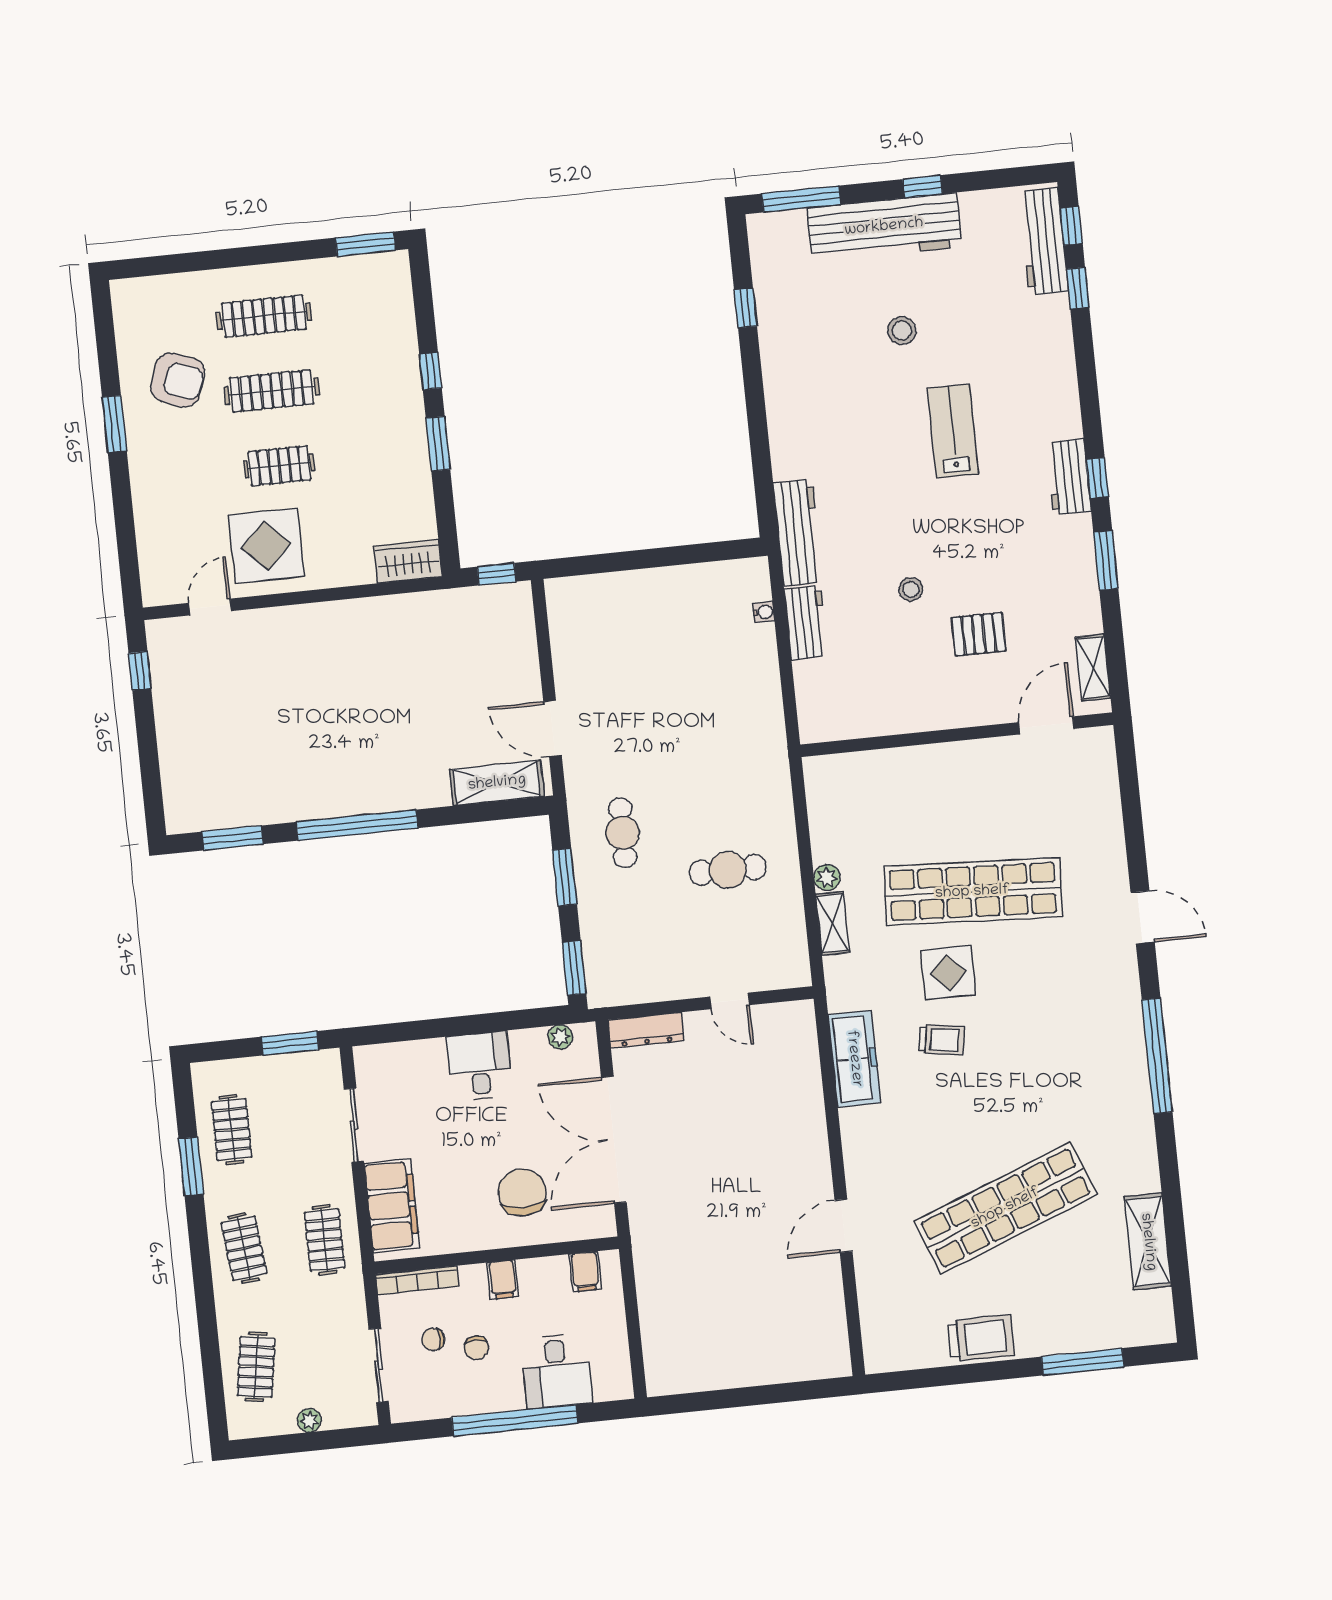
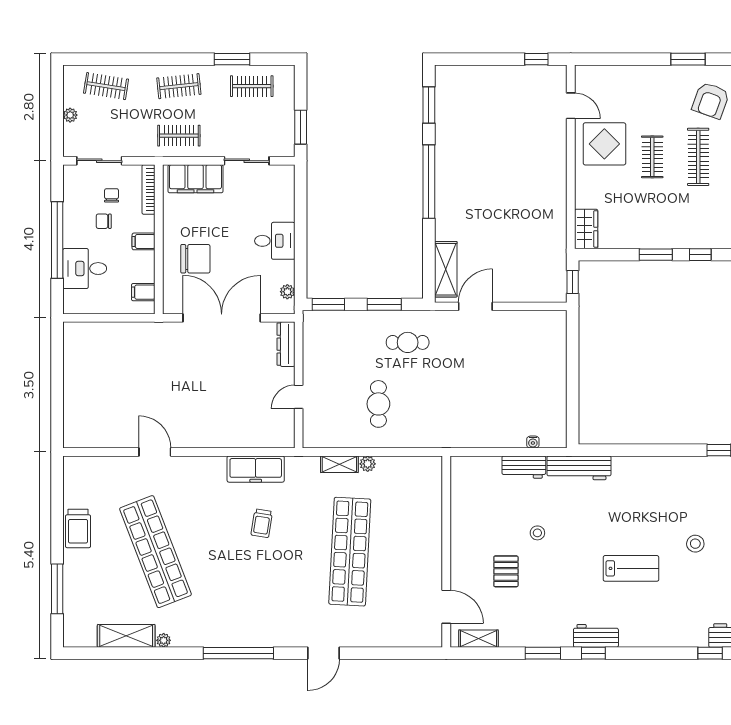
display table: (948, 973) -> (302, 532), removed
plant: (1149, 1180) -> (164, 640), added

